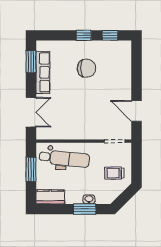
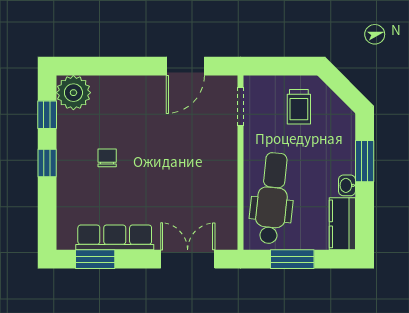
plant: (122, 50) -> (73, 93), added
chair: (86, 68) -> (107, 158), width x0.54, depth x0.54
washbasin: (89, 199) -> (347, 185), moved

